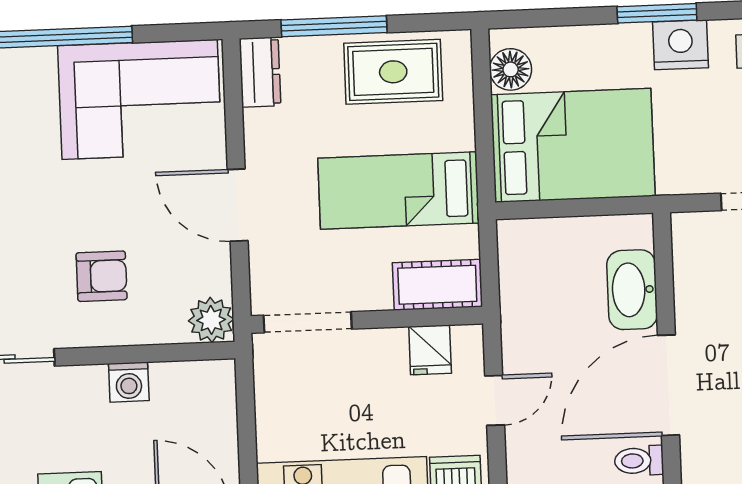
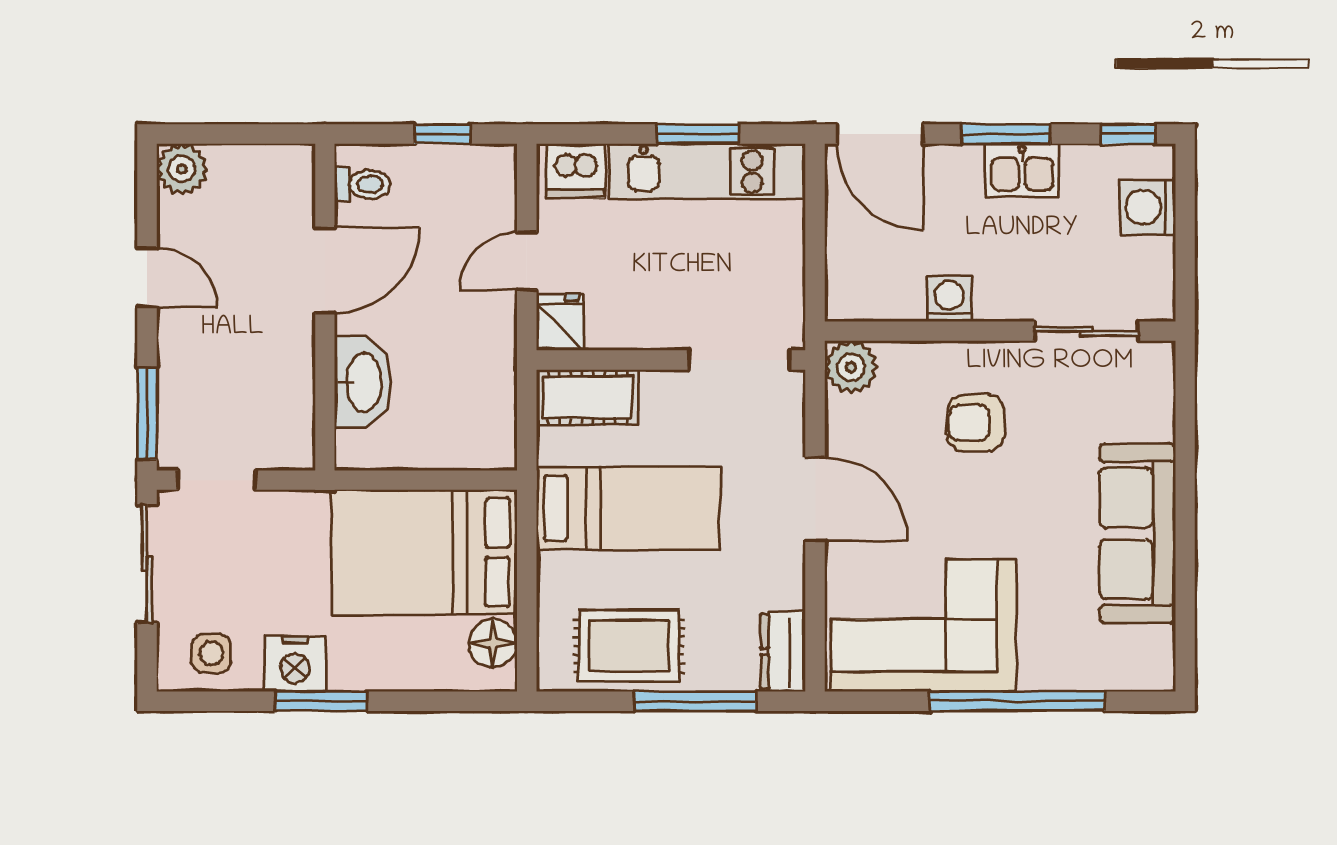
fridge: (430, 350) -> (560, 322), moved
door: (668, 385) -> (325, 270), width x0.73

